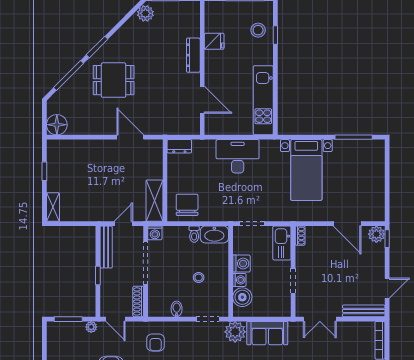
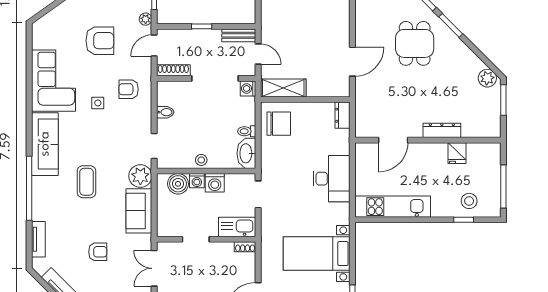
bench: (106, 247) -> (239, 35), width x0.73
stool: (199, 277) -> (201, 160), moved

